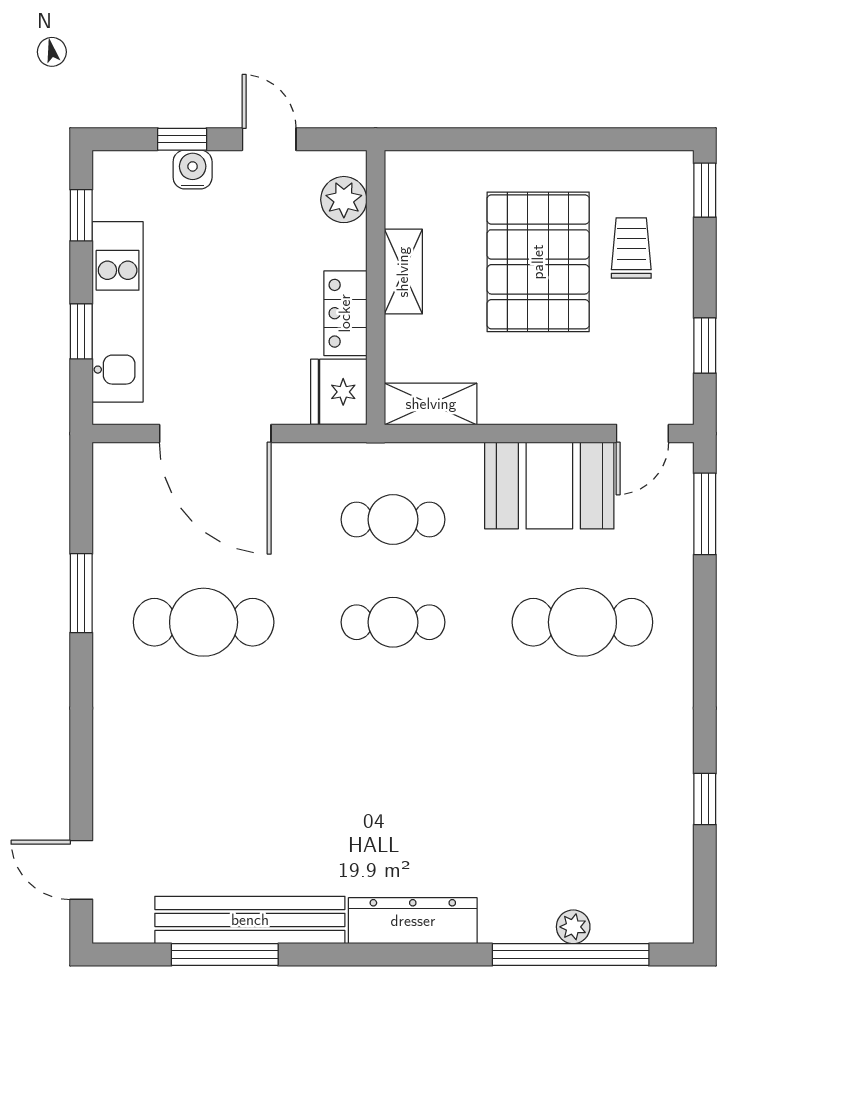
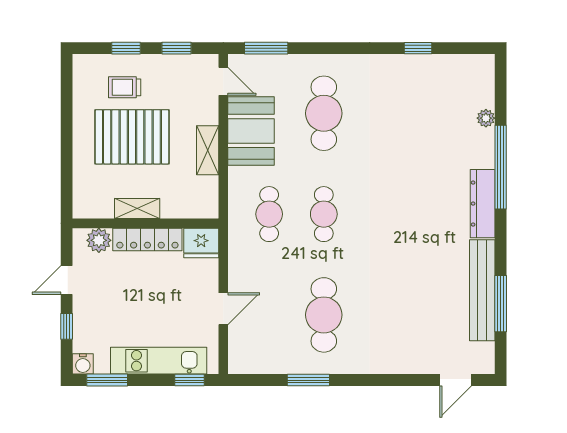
water cooler: (193, 170) -> (83, 364), moved, turned -90
window: (705, 190) -> (126, 48), moved
window: (81, 215) -> (107, 380), width x1.50
locker: (345, 313) -> (147, 239), width x1.53
window: (81, 331) -> (190, 380), moved
shelving: (431, 404) -> (208, 150), moved
door: (215, 434) -> (223, 309), width x0.53
window: (571, 955) -> (501, 167), moved

